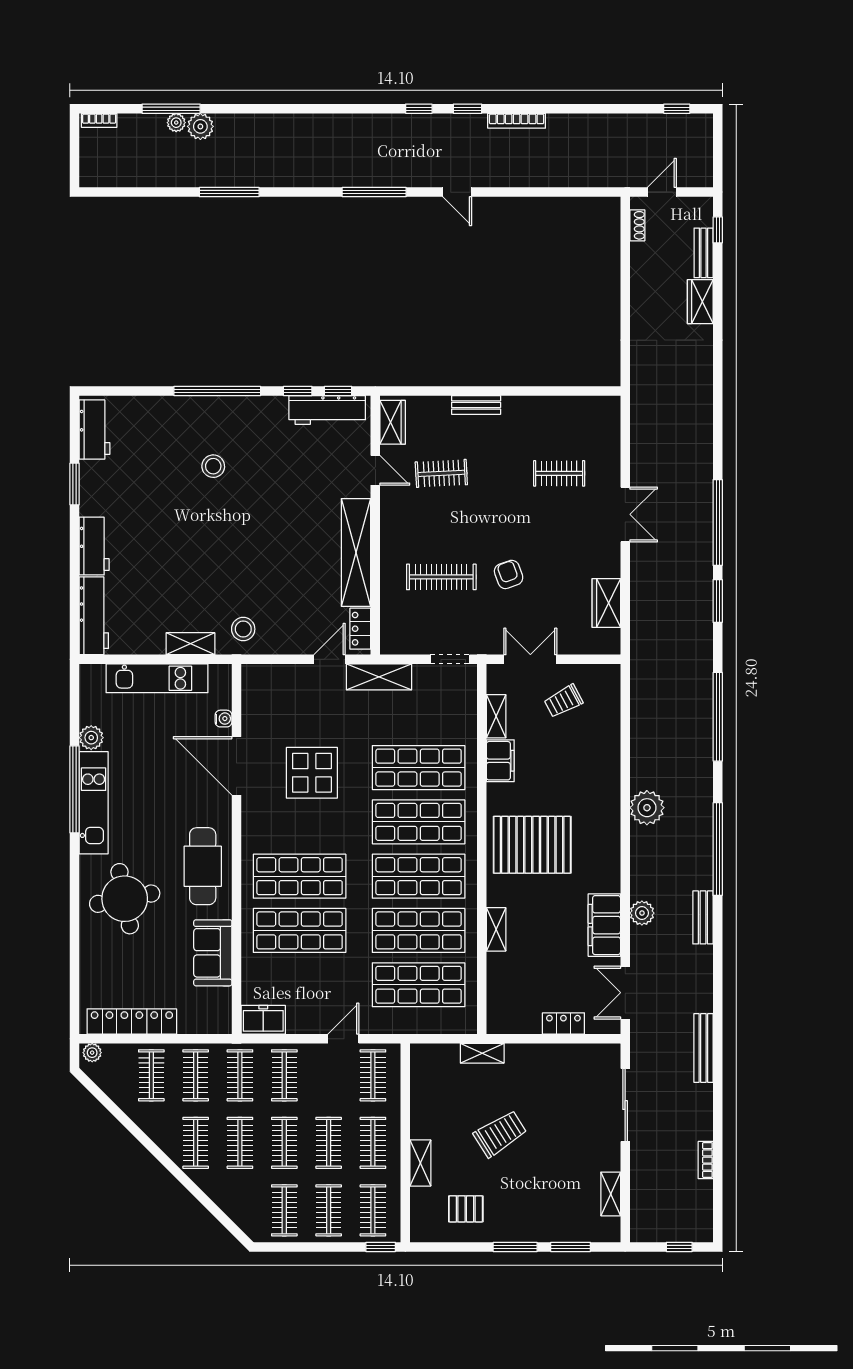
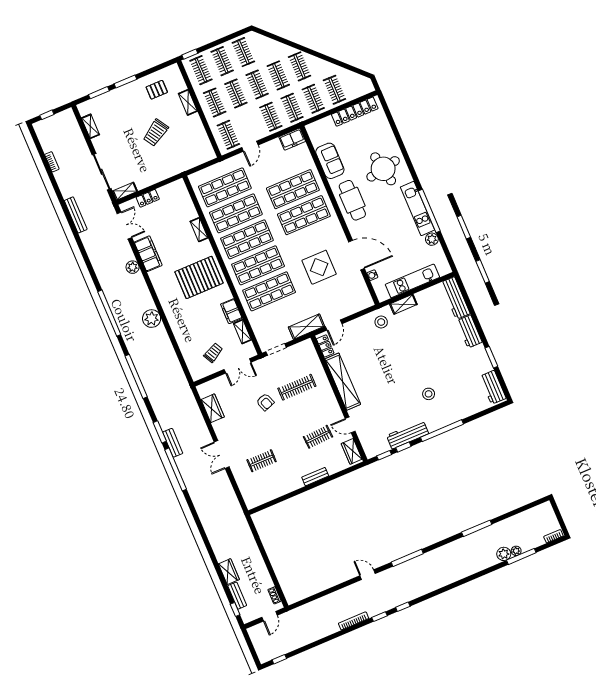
workbench: (327, 410) -> (408, 435), moved
bench: (703, 917) -> (173, 443), moved
plant: (92, 1053) -> (367, 89), removed
shelving: (482, 1053) -> (125, 191), moved

